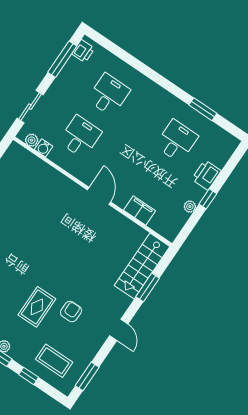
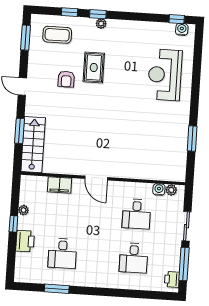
sliding door: (30, 107) -> (186, 226), moved

